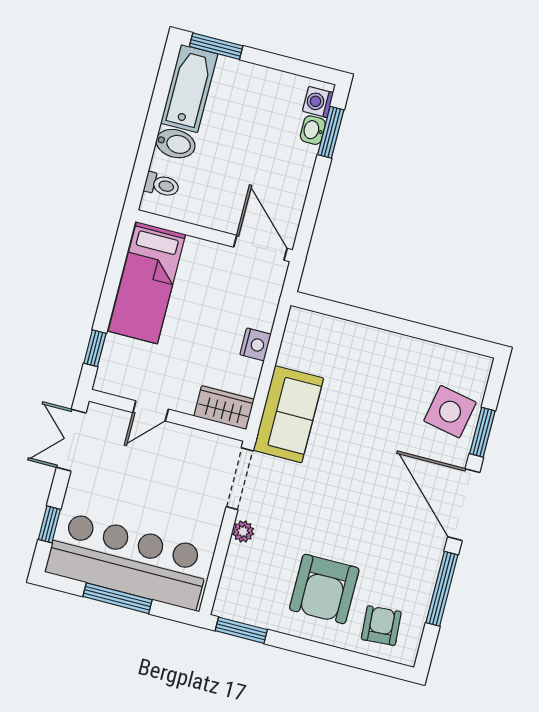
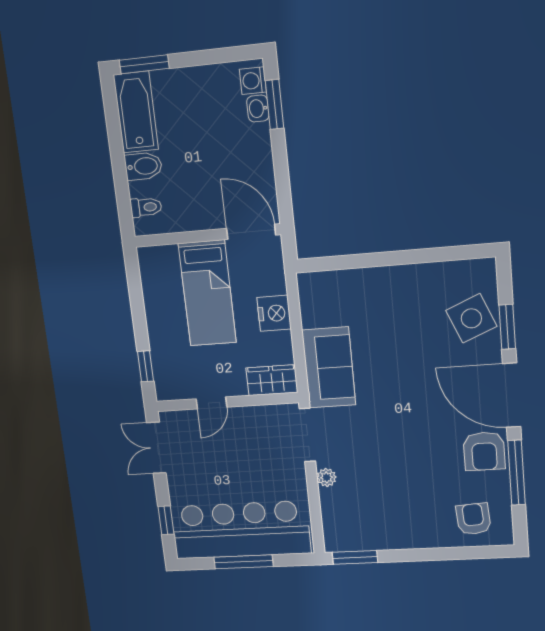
bed: (147, 283) -> (207, 293), moved
nightstand: (255, 344) -> (274, 313), width x1.36, depth x1.33
side table: (450, 412) -> (471, 318), turned -34
armchair: (324, 589) -> (484, 451), moved, width x0.73, depth x0.73

